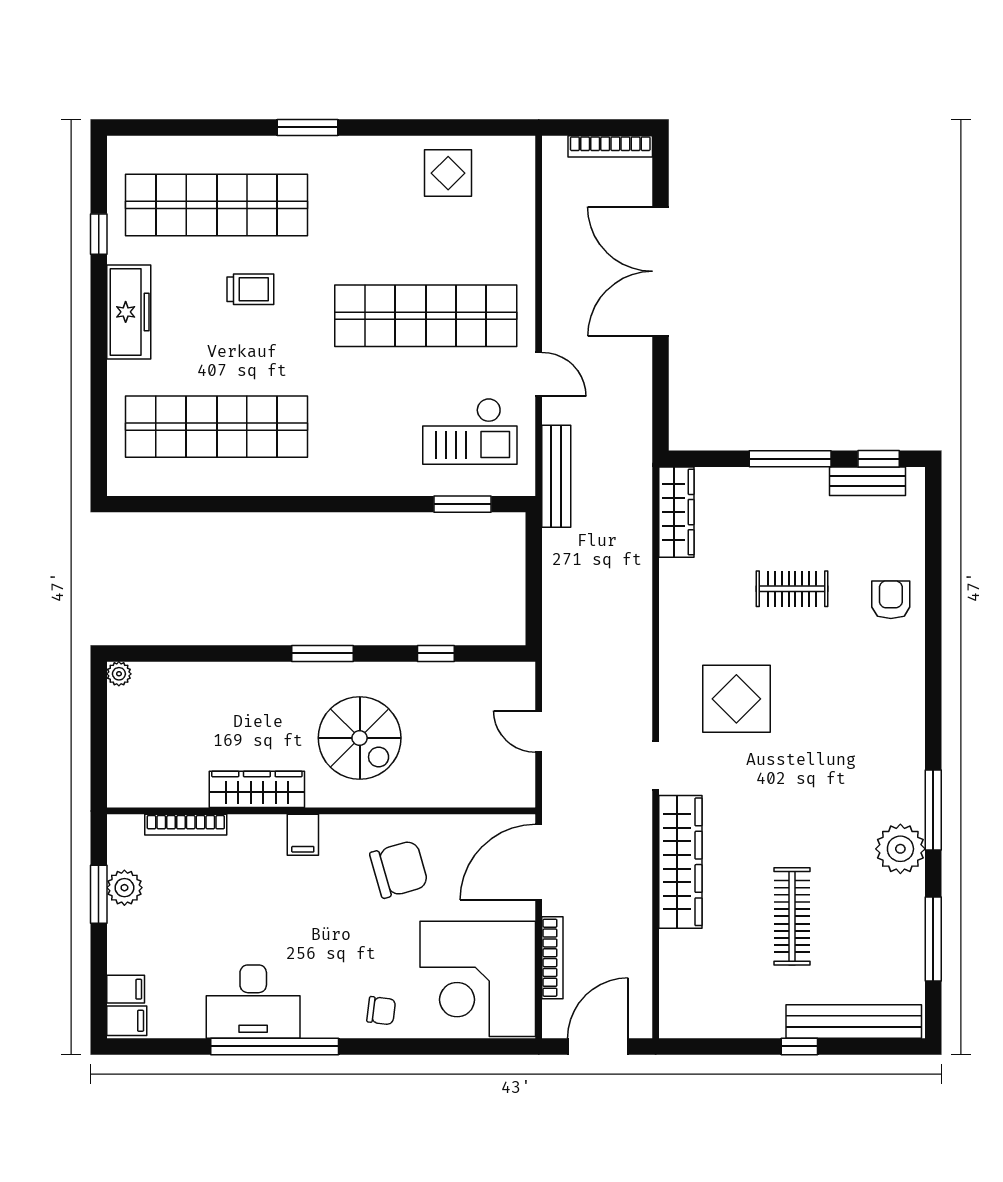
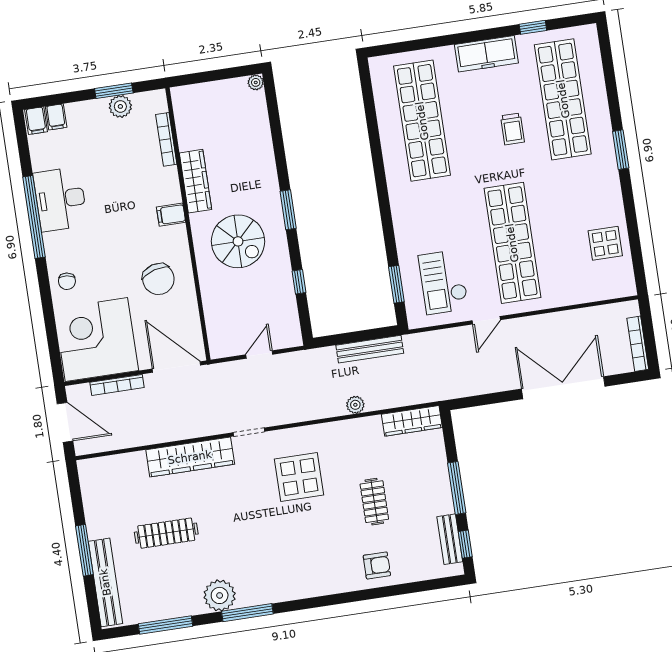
bench: (556, 476) -> (370, 349), moved
plant: (639, 595) -> (355, 405), added
spiral stairs: (360, 738) -> (238, 241), turned -90
window: (799, 1046) -> (84, 550), width x2.17

